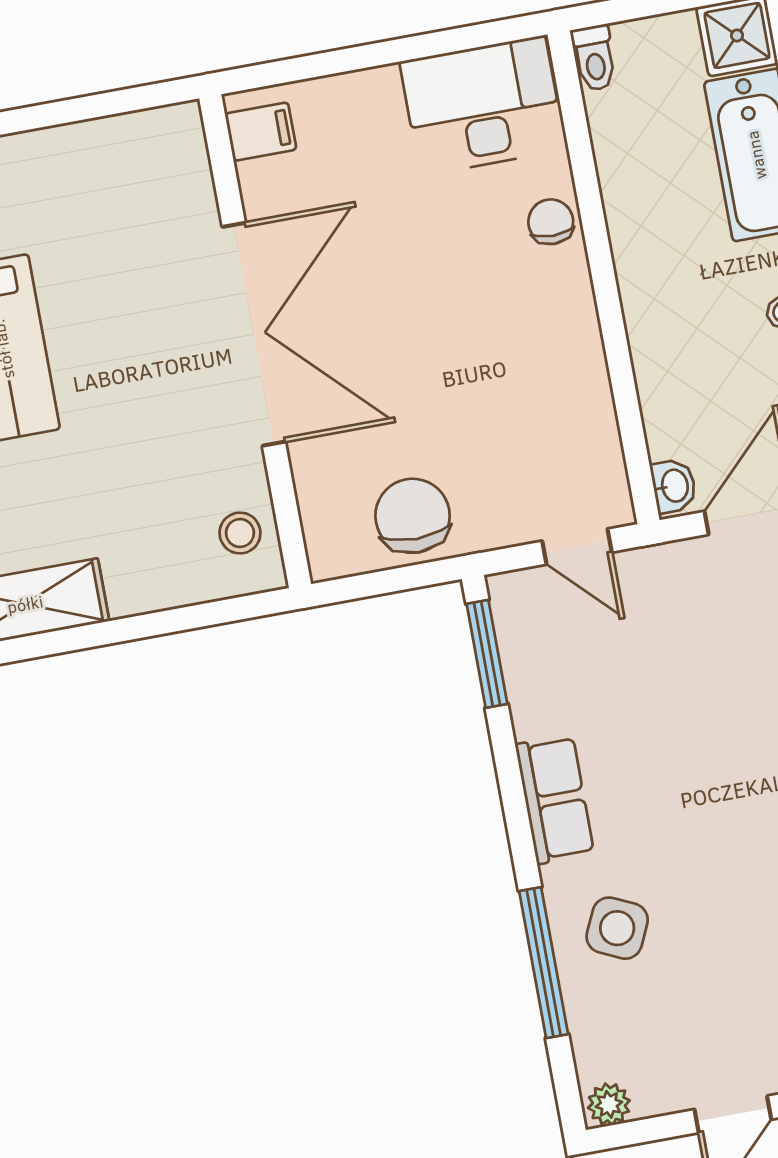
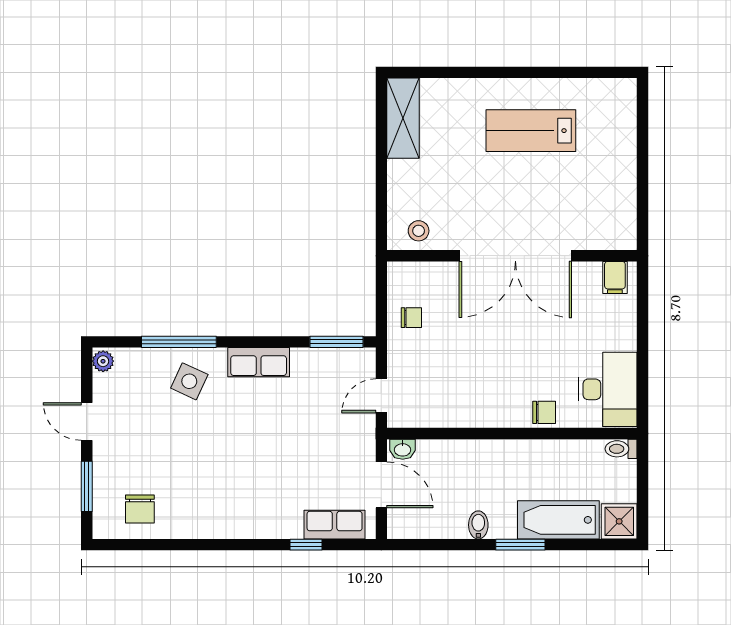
chair: (413, 516) -> (411, 318), width x0.54, depth x0.54

